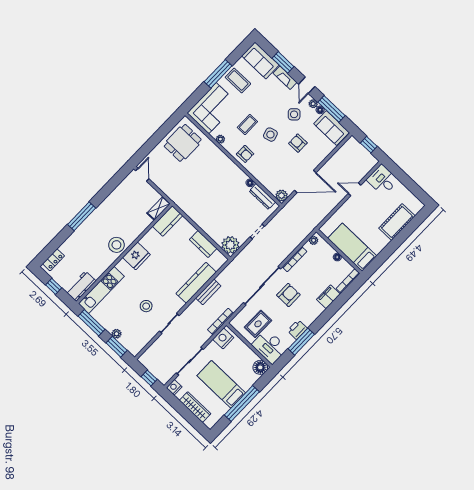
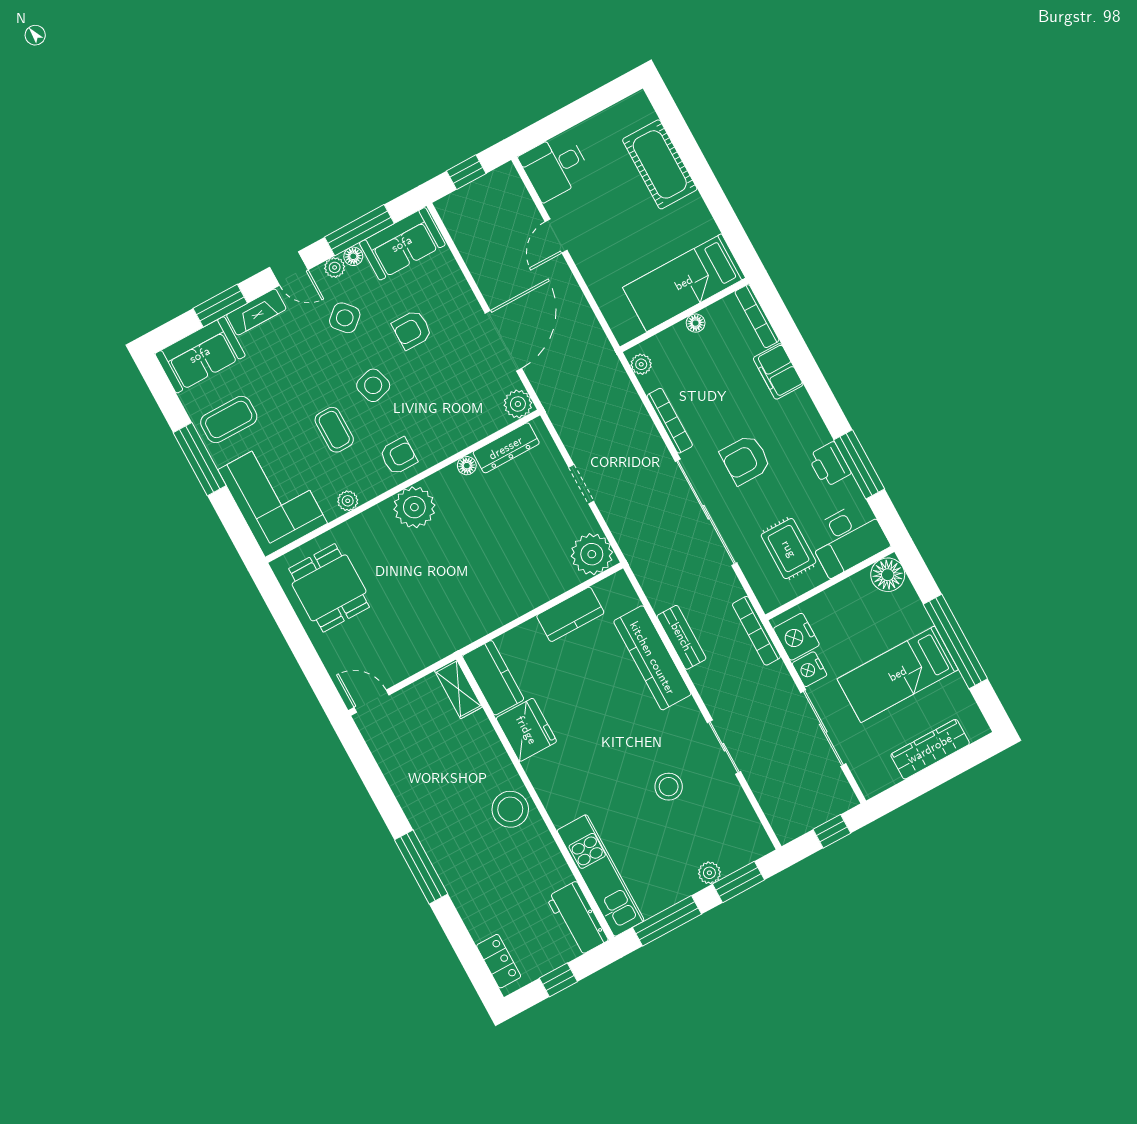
plant: (226, 167) -> (414, 507), added
fridge: (136, 256) -> (526, 730), moved
armchair: (288, 295) -> (745, 460), turned -90
nightstand: (174, 387) -> (810, 669), moved

